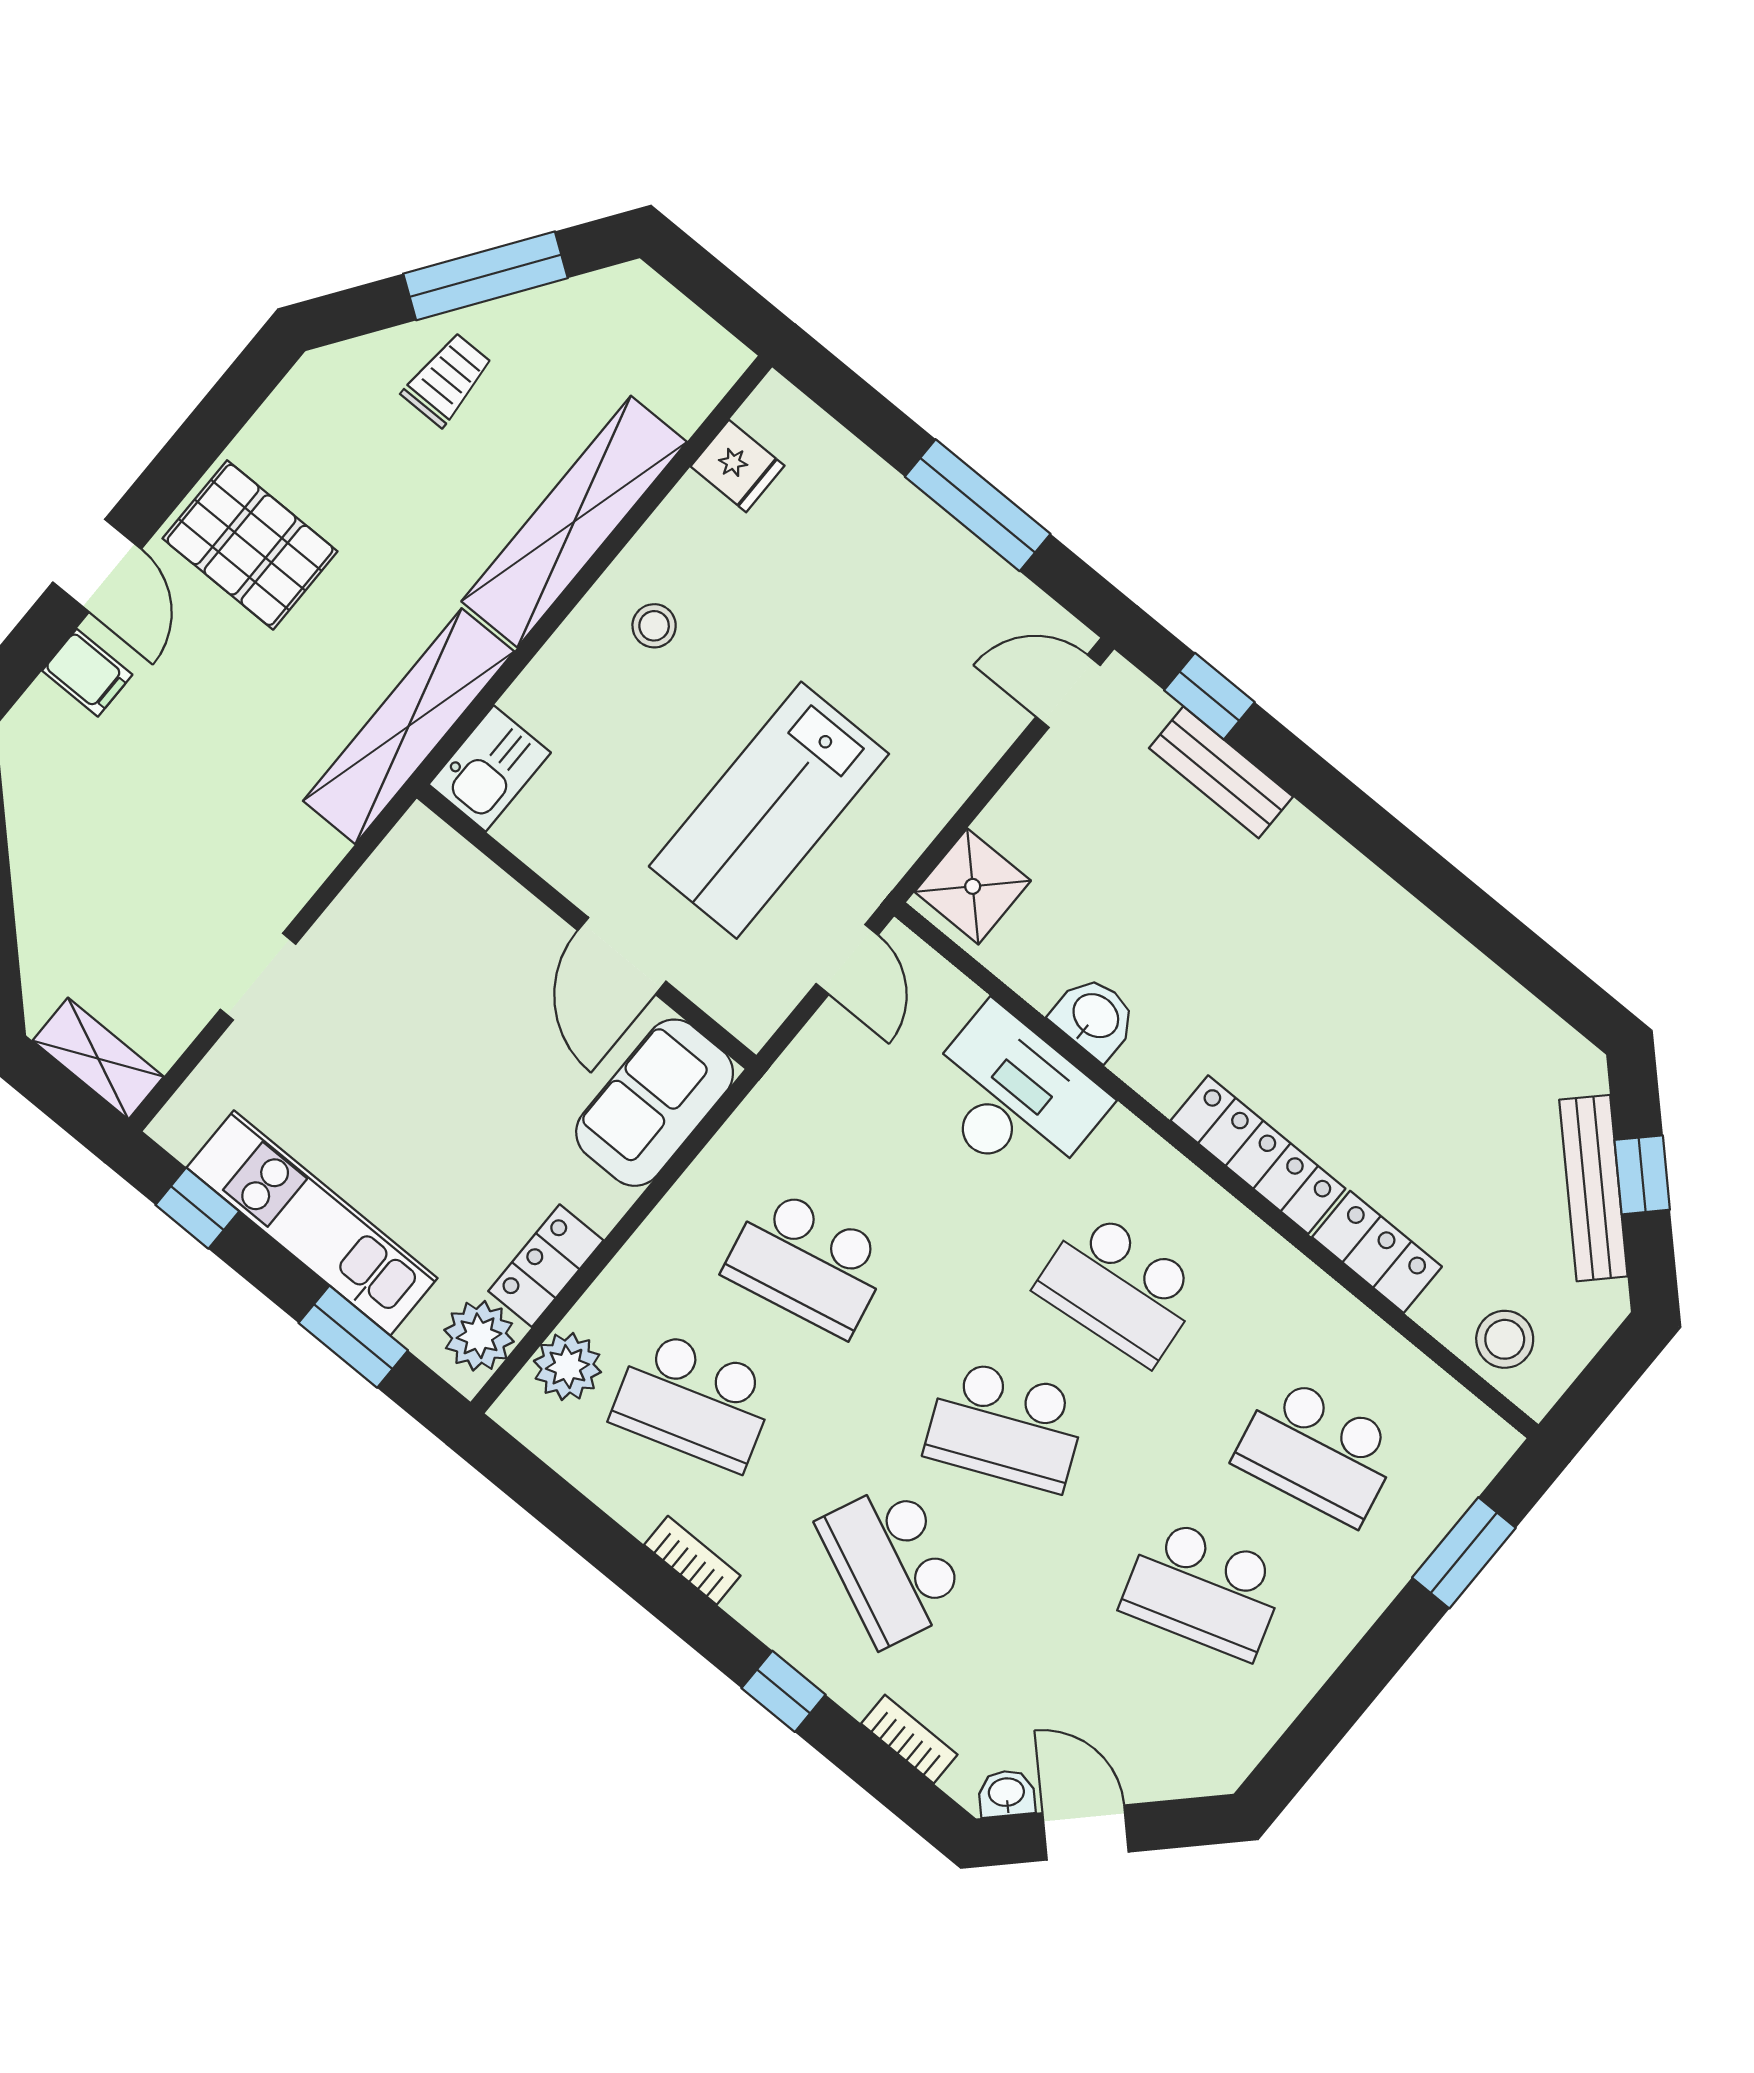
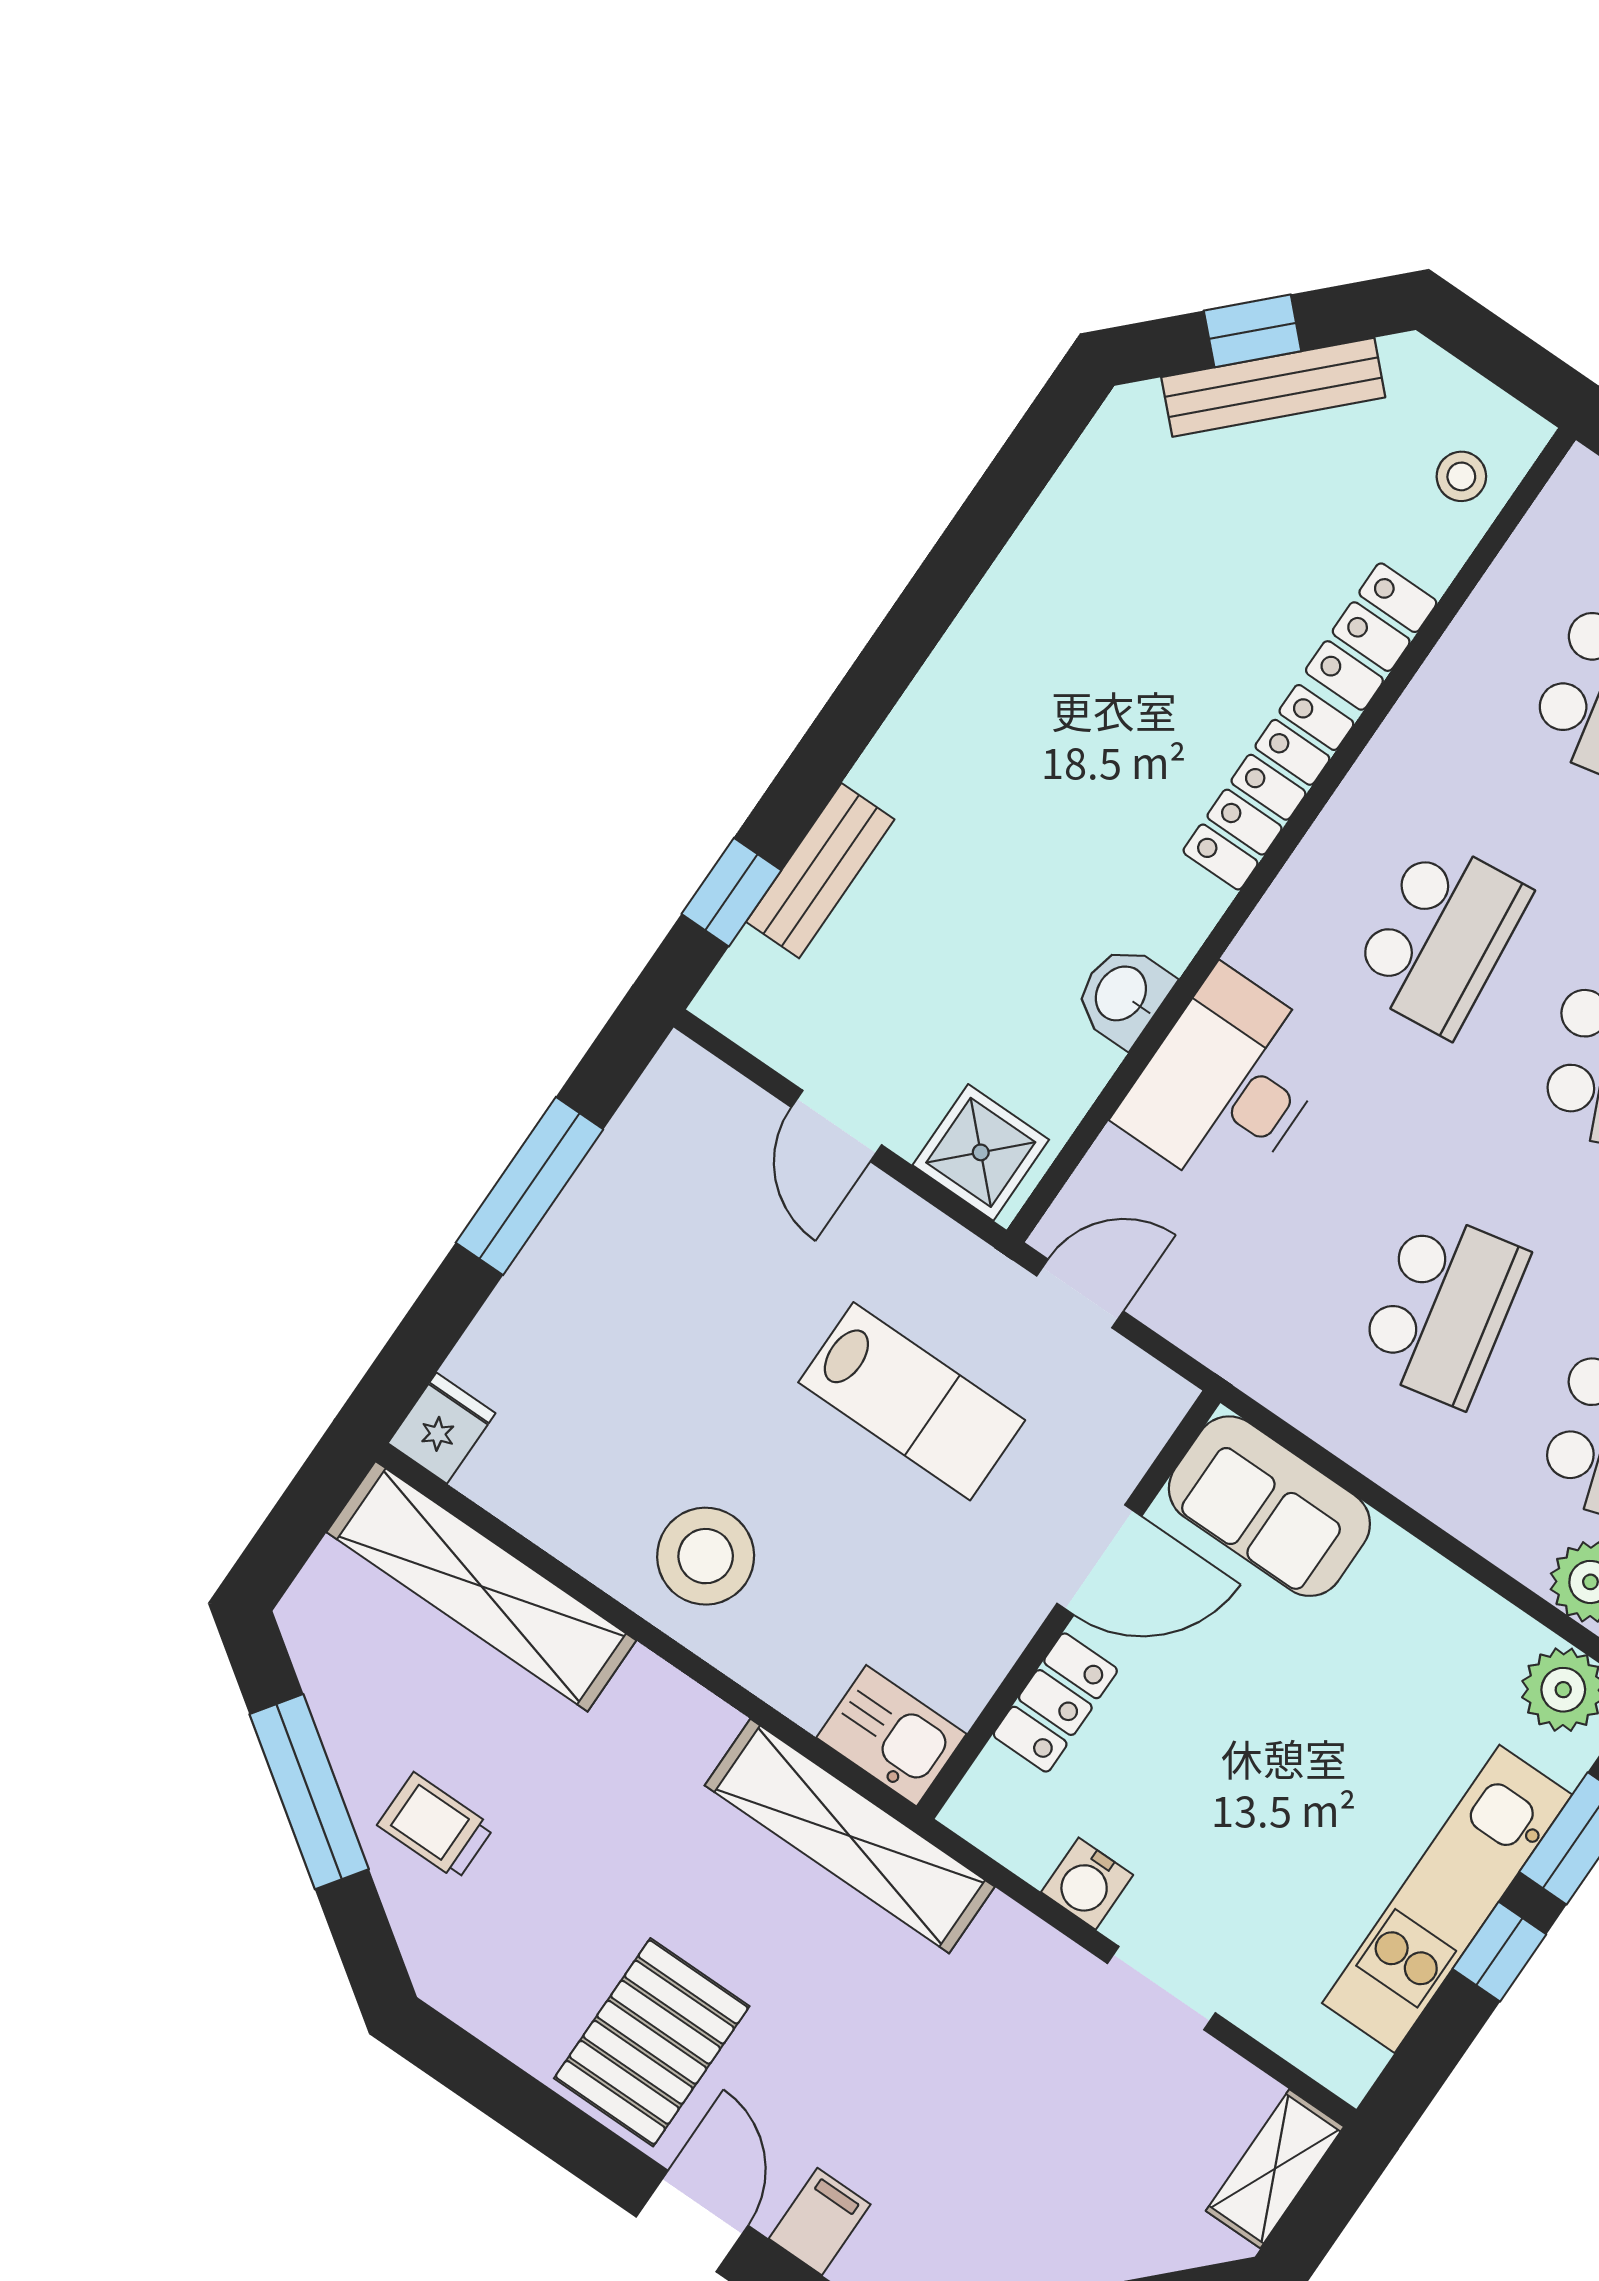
fridge: (738, 466) -> (442, 1428), moved
shelving: (574, 522) -> (481, 1586), moved
door: (97, 566) -> (692, 2221), hinge flipped
stool: (654, 626) -> (706, 1556), width x1.89, depth x1.89
door: (1068, 691) -> (836, 1126), moved
lab bench: (769, 810) -> (912, 1401), width x0.73, depth x0.72
water cooler: (351, 922) -> (1087, 1884), added
window: (197, 1208) -> (1499, 1952), moved
locker: (546, 1266) -> (1055, 1703), moved, turned -90
stool: (1505, 1339) -> (1461, 476), width x0.73, depth x0.73

